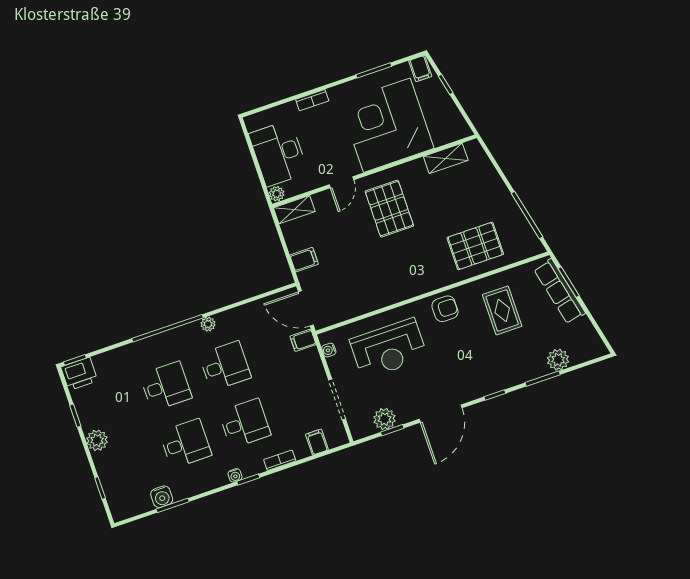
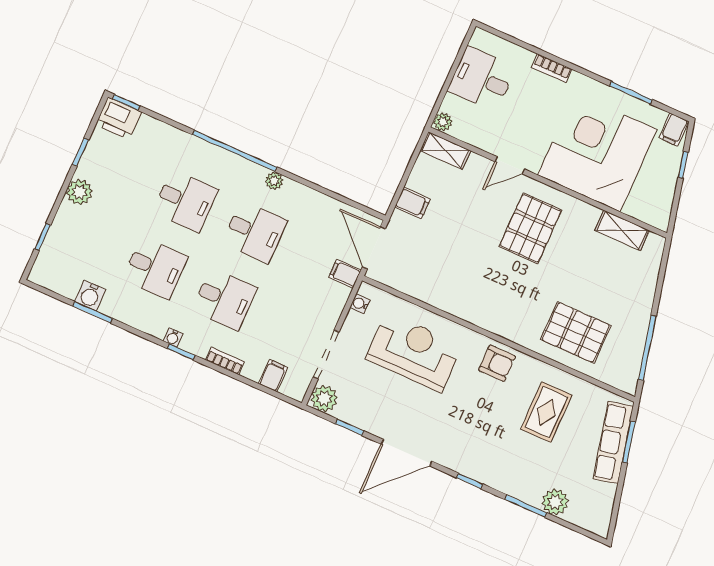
desk: (278, 153) -> (482, 79), width x0.73
reception desk: (389, 349) -> (414, 352), turned 180
plant: (385, 419) -> (324, 398), moved

